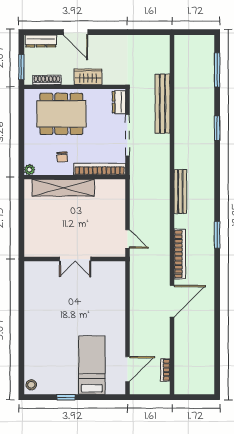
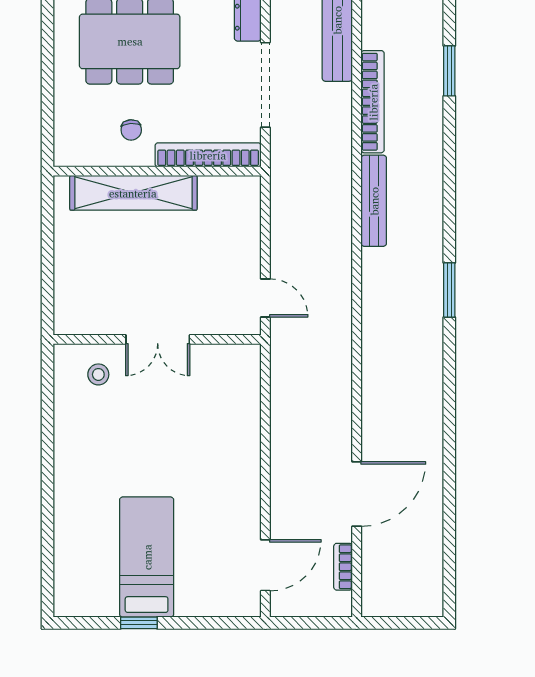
plant: (30, 170) -> (64, 156), removed
bookcase: (180, 254) -> (373, 102), moved
door: (172, 301) -> (357, 494), moved
bed: (92, 365) -> (147, 557), moved
stool: (31, 385) -> (98, 374), moved

